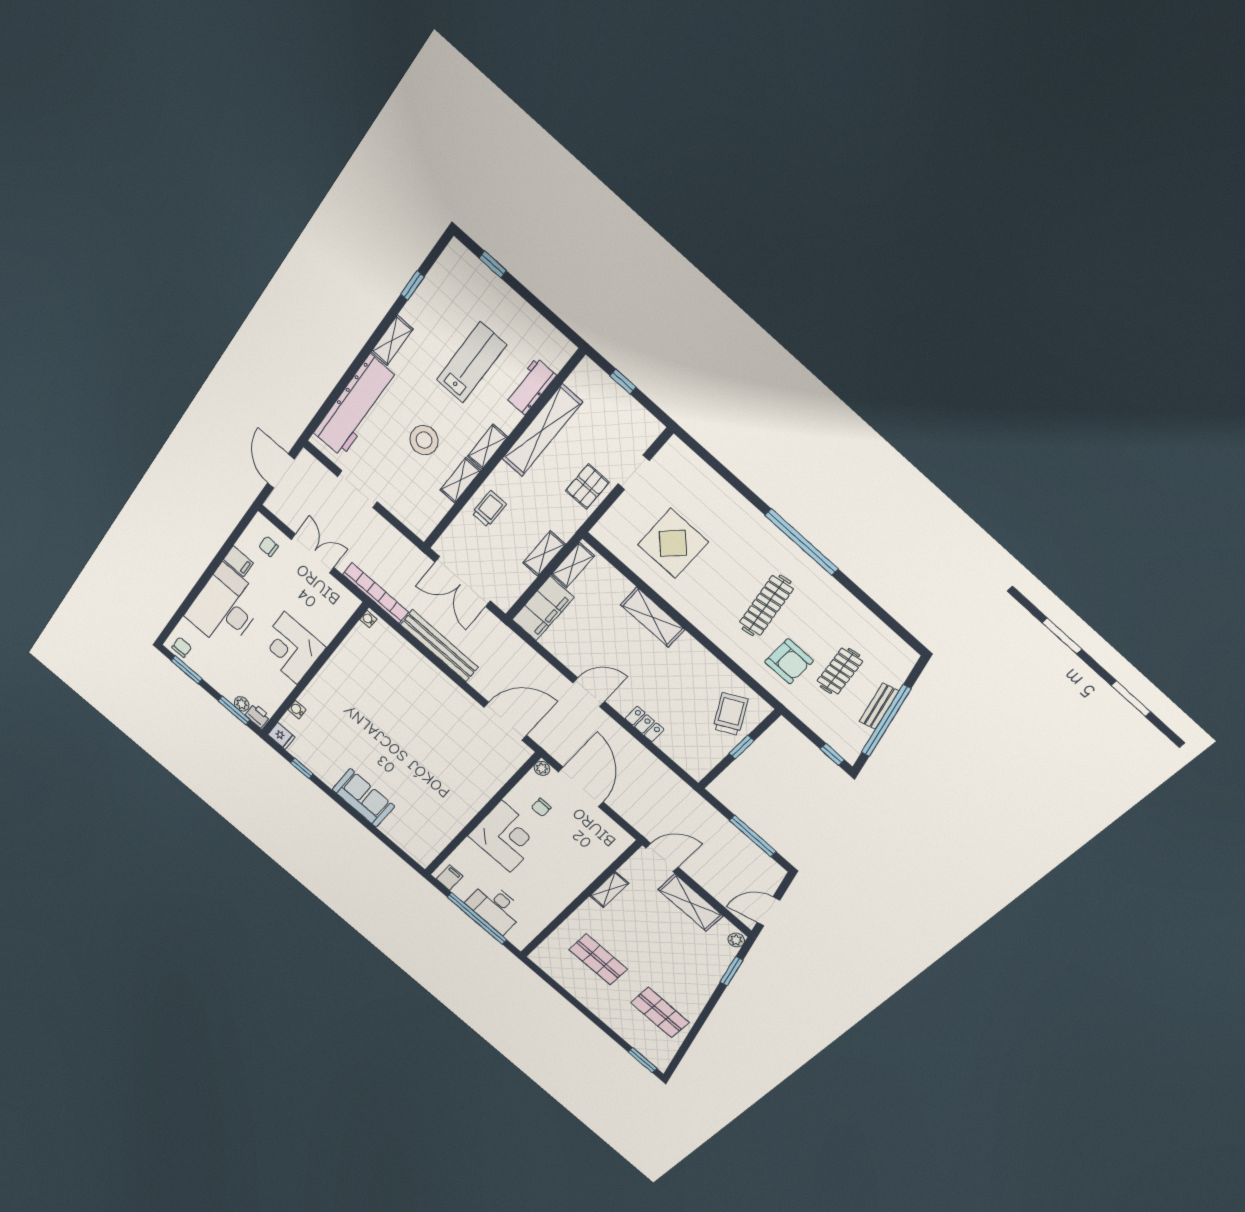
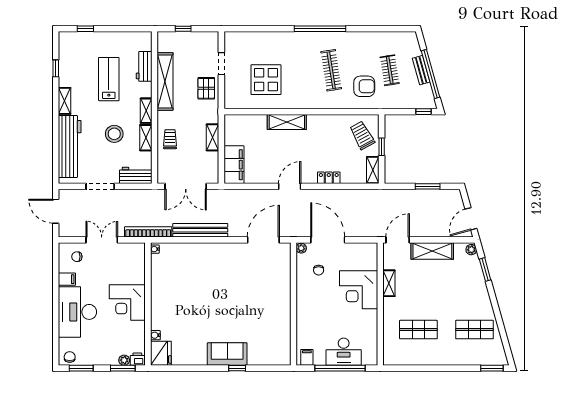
workbench: (412, 515) -> (136, 175), added
shelving: (573, 565) -> (373, 170), moved
fridge: (281, 736) -> (161, 353), width x1.88, depth x1.34
window: (302, 768) -> (237, 368), moved
window: (753, 836) -> (428, 186), width x0.69
corner desk: (506, 837) -> (359, 290), moved, turned 180

